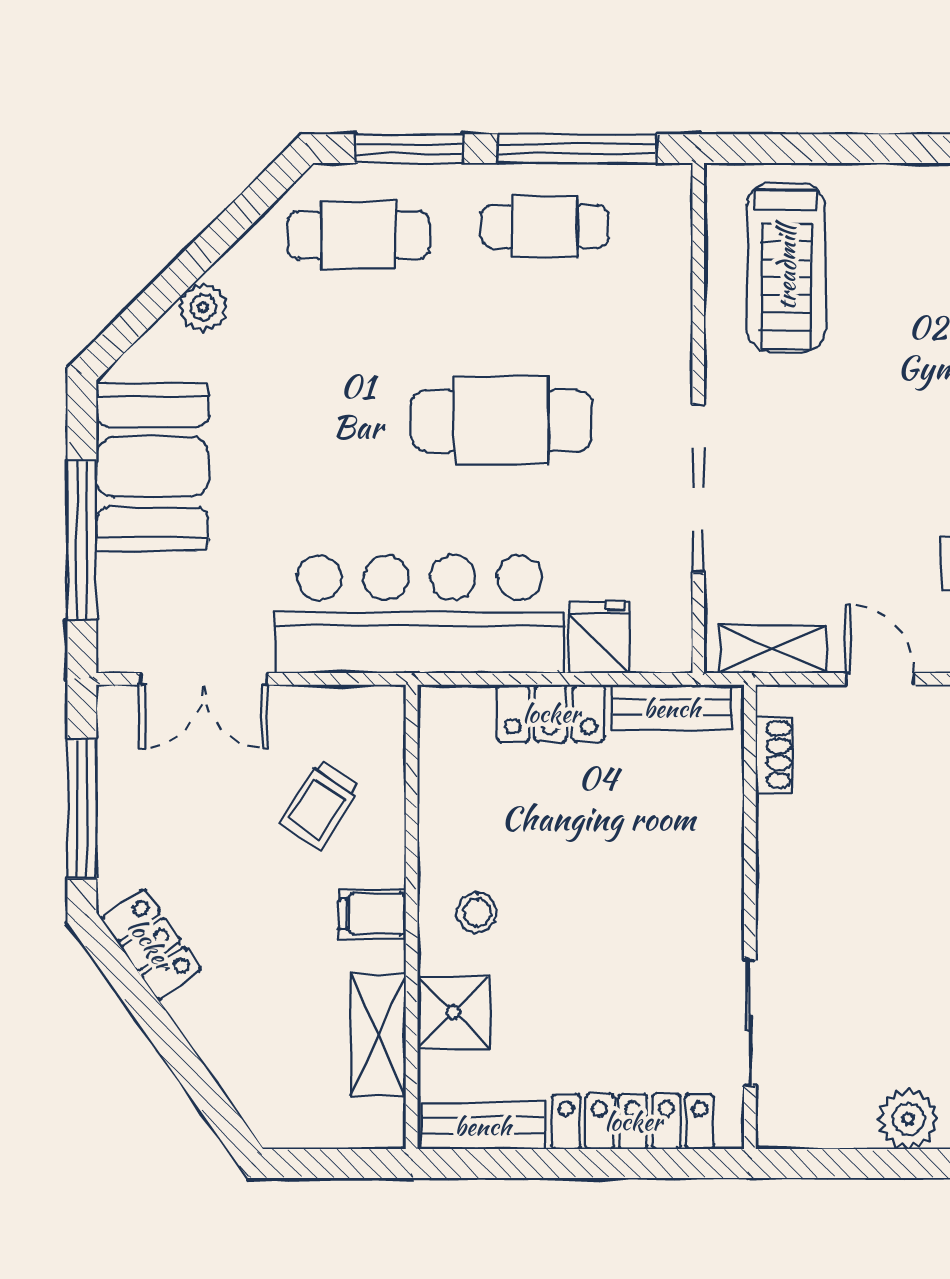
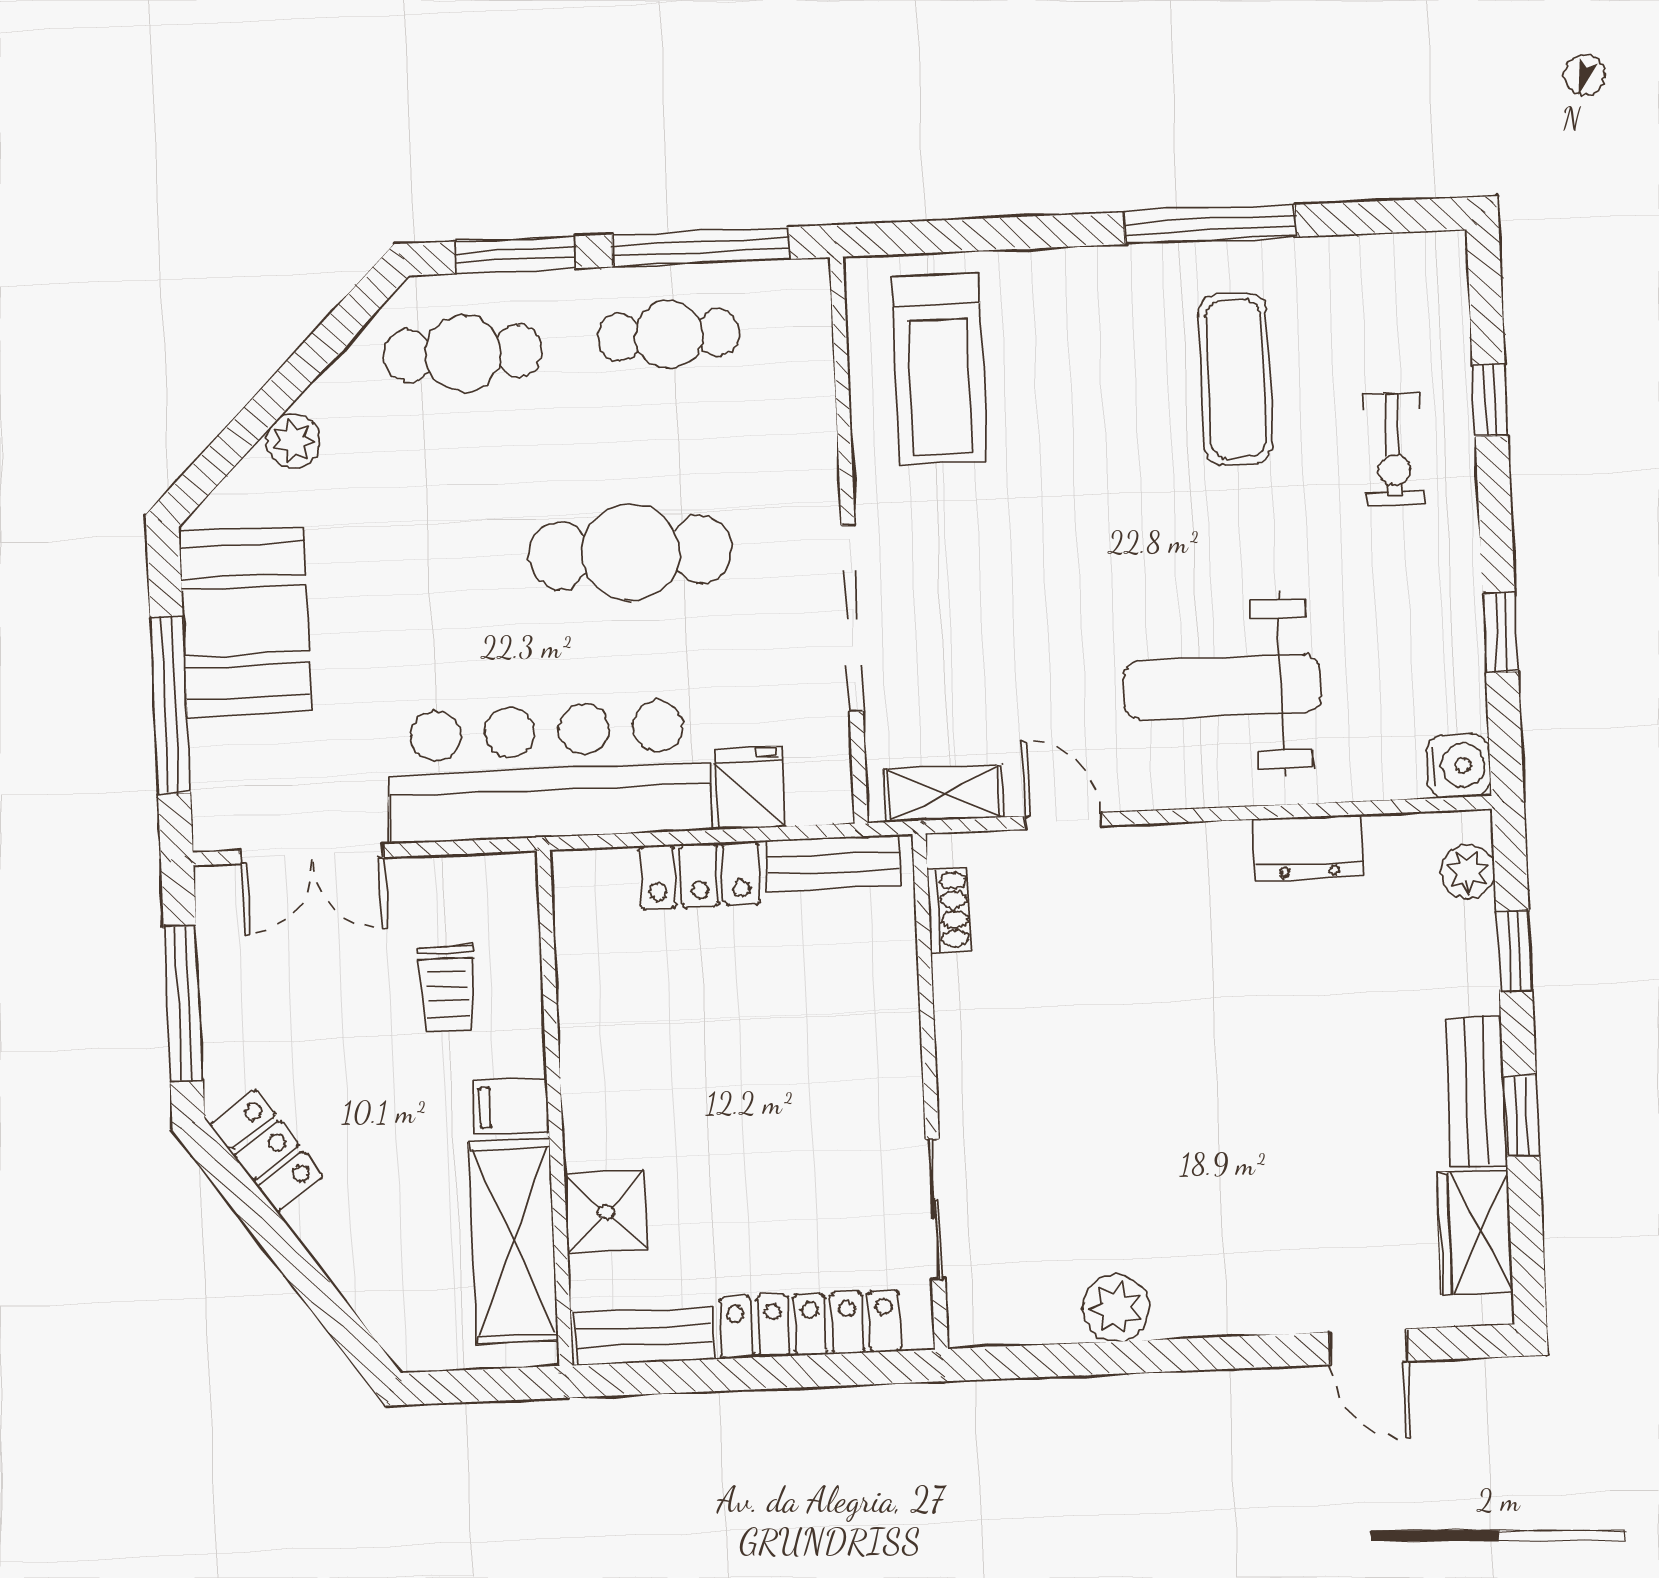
trolley: (320, 805) -> (447, 988), turned -33
stool: (477, 912) -> (627, 1100), removed
shelving: (378, 1035) -> (513, 1241), width x1.50, depth x1.33

